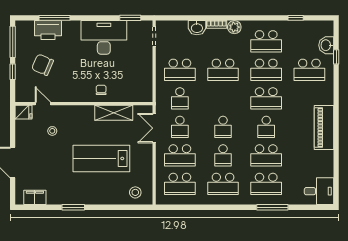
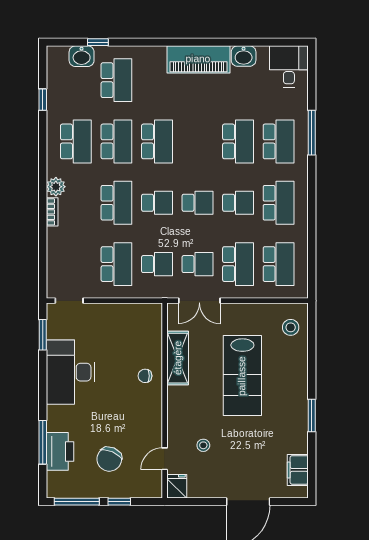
washbasin: (197, 28) -> (244, 56), moved, turned 90
school desk: (266, 127) -> (157, 203), moved

